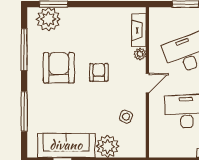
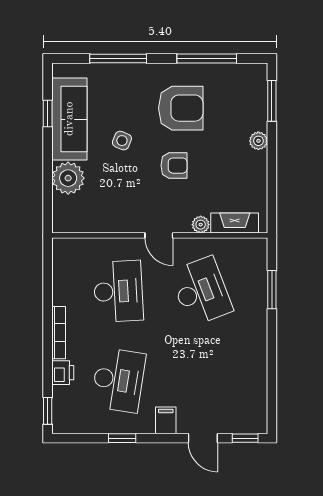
plant: (48, 19) -> (258, 141), moved, width x0.53, depth x0.53
side table: (126, 117) -> (122, 141), moved

